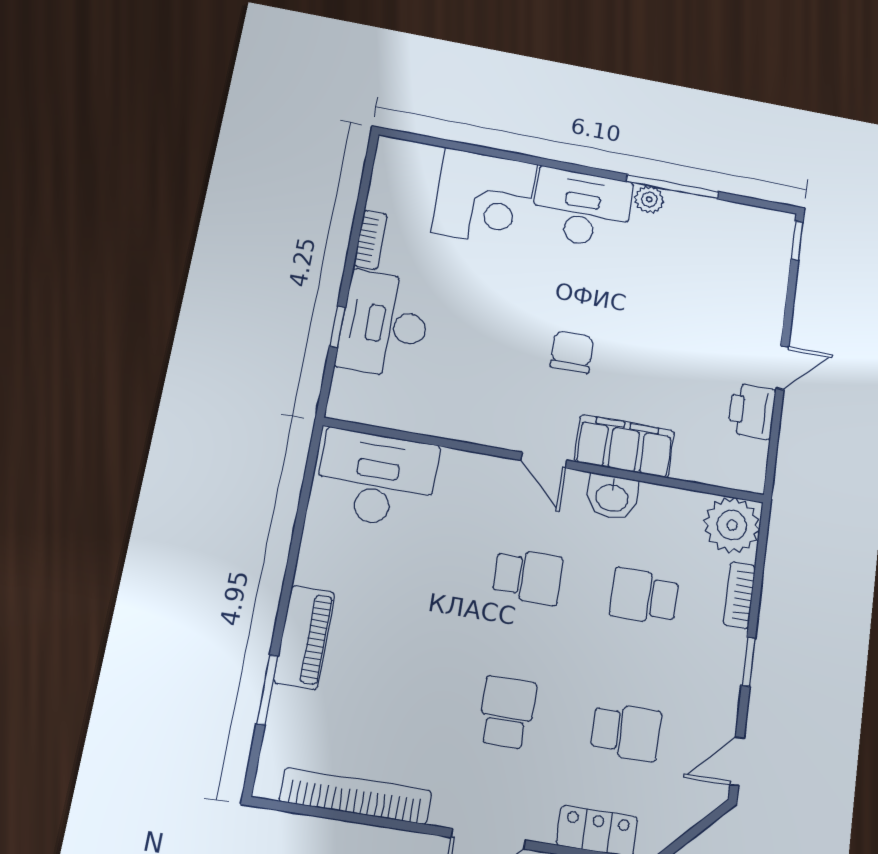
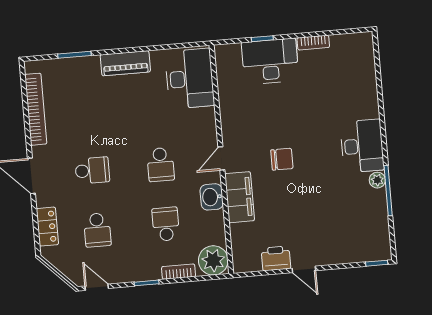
corner desk: (484, 198) -> (353, 94), removed
piano: (304, 637) -> (125, 63), moved

